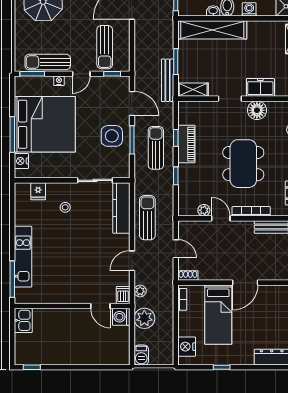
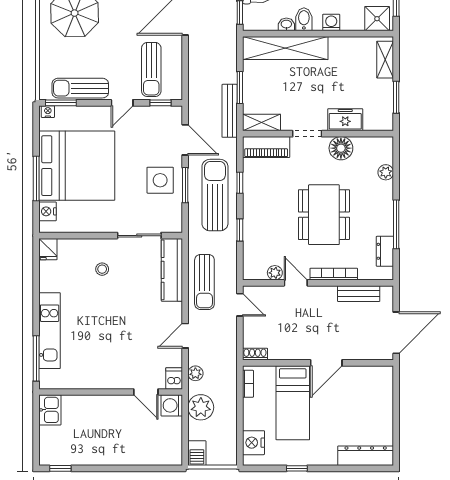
nightstand: (59, 81) -> (48, 112), moved
piano: (186, 144) -> (266, 147), moved, turned 90
sun lounger: (156, 148) -> (215, 195), width x1.36, depth x1.34
fridge: (38, 191) -> (48, 249), moved
sun lounger: (147, 218) -> (204, 282), turned 180
door: (176, 249) -> (240, 305), moved

